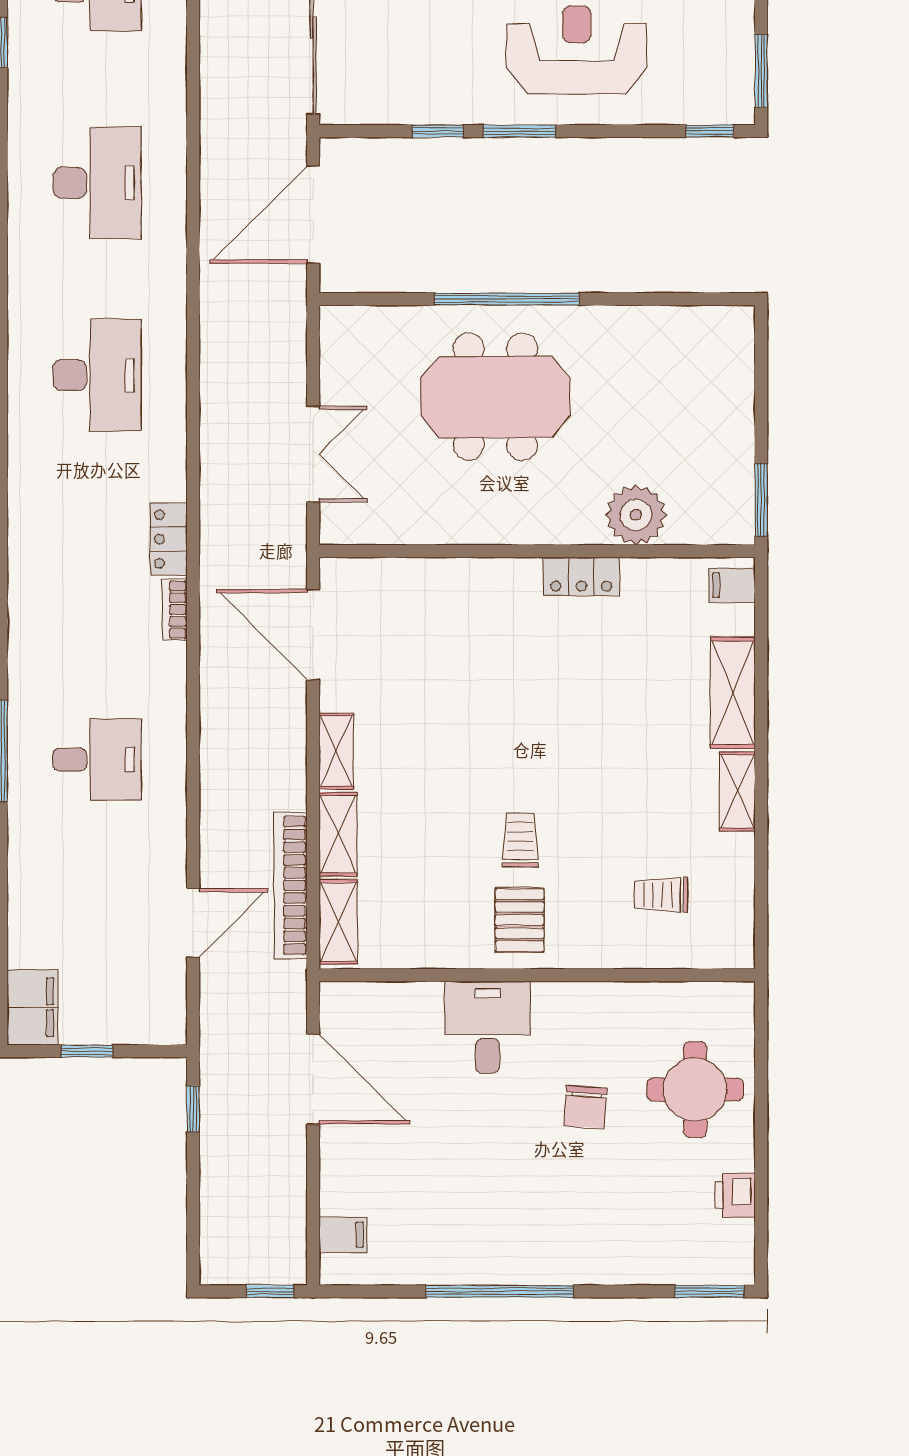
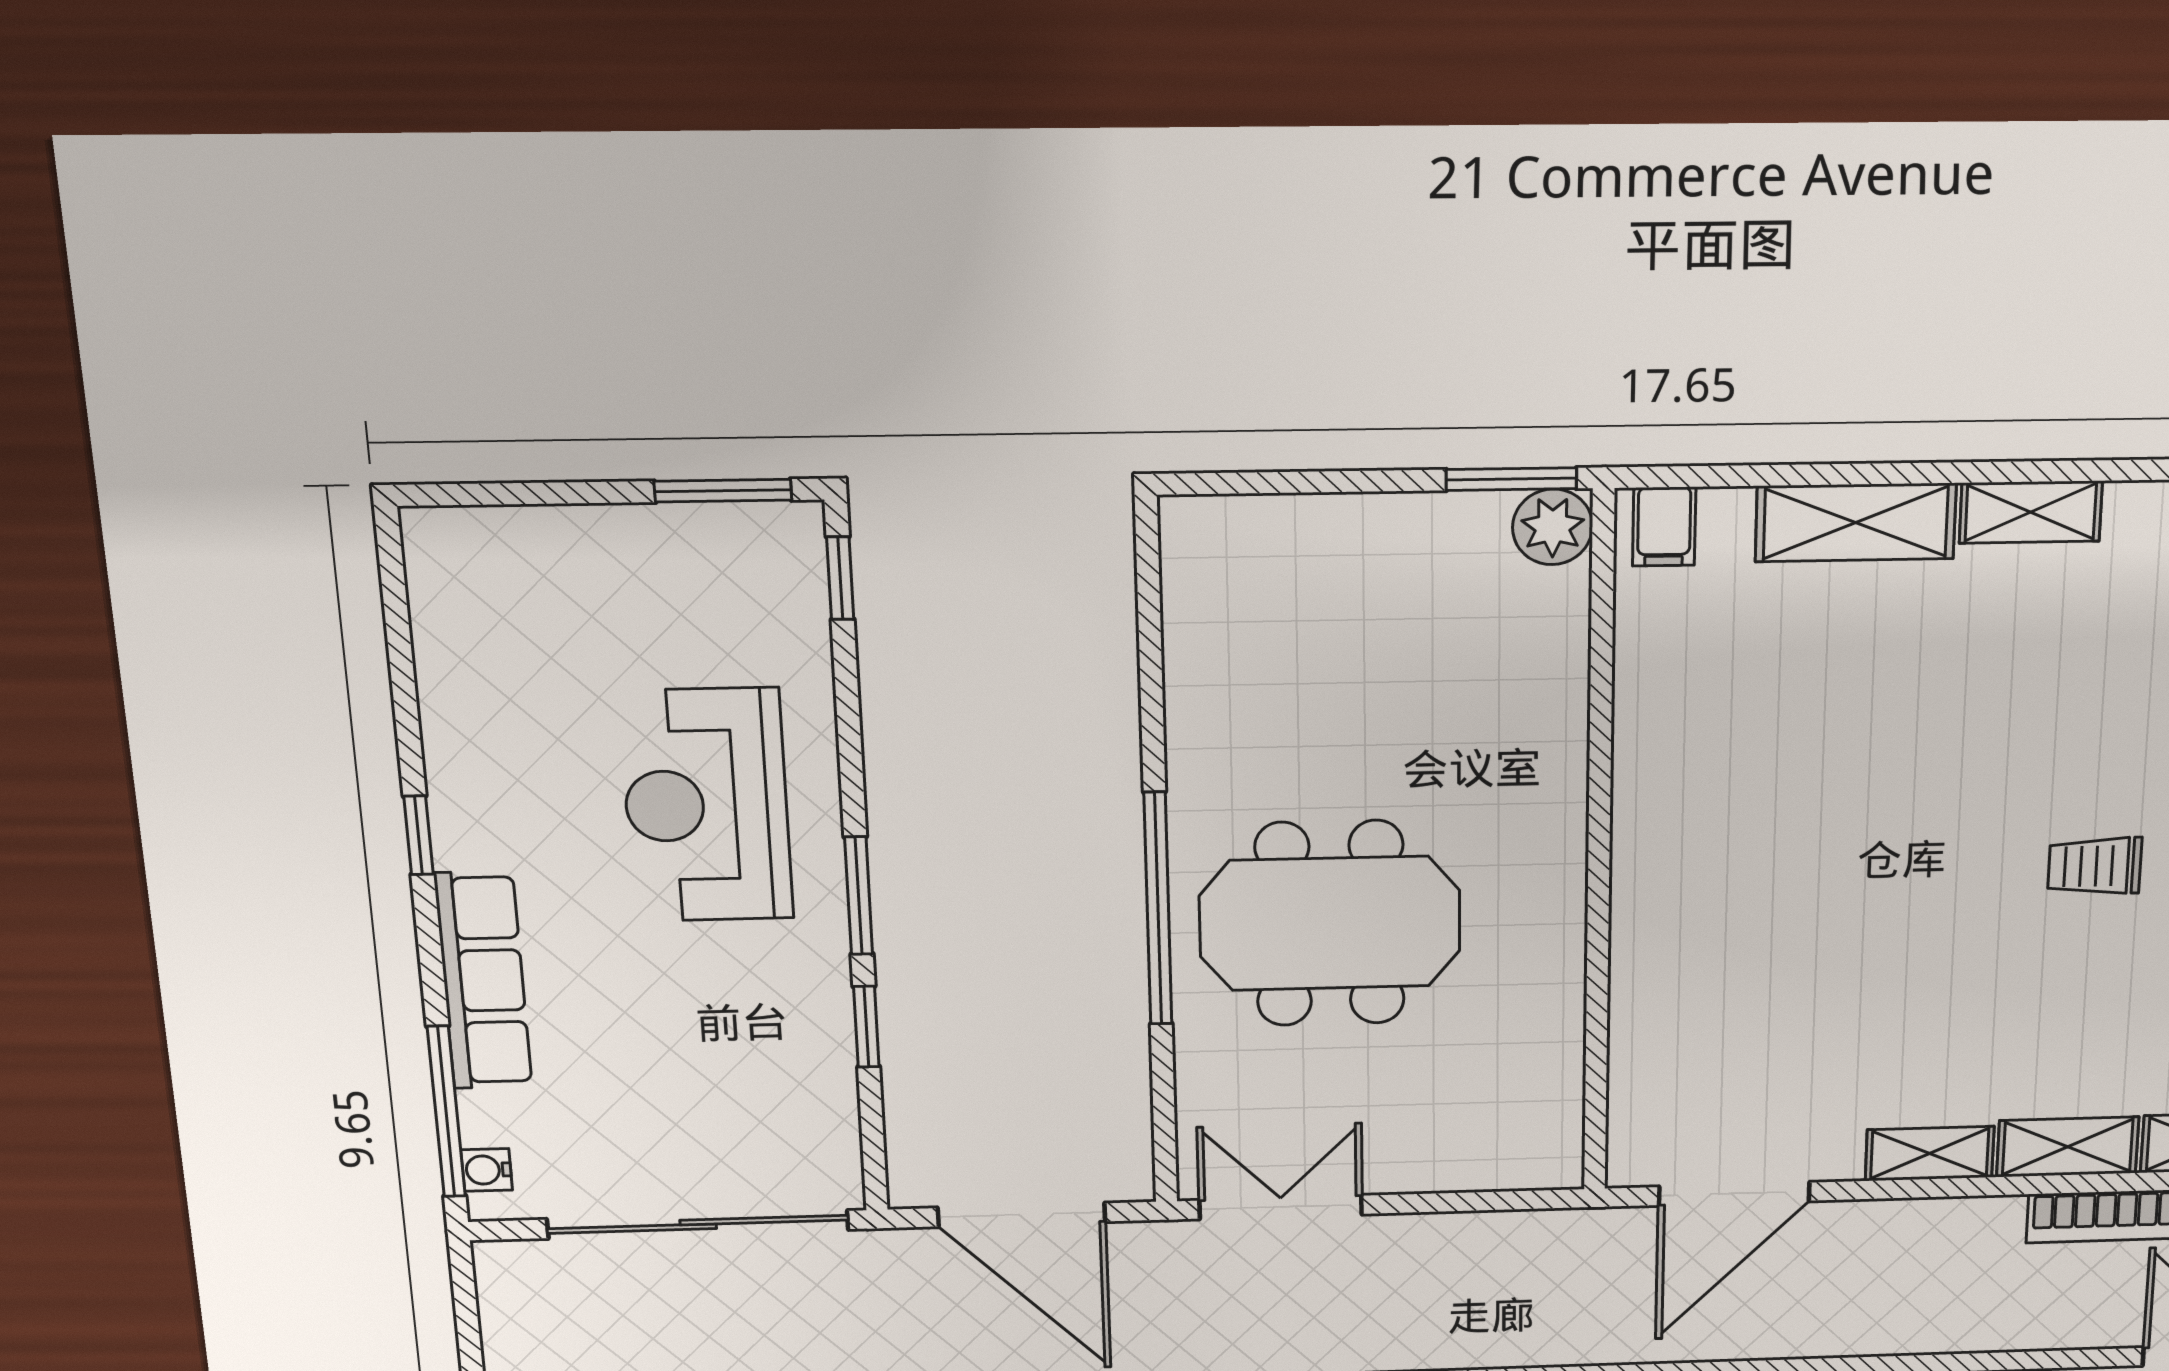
meeting table: (495, 397) -> (1330, 923), turned 90
double door: (313, 454) -> (1281, 1207), moved
plant: (636, 515) -> (1553, 527), moved, width x0.73, depth x0.73
locker: (581, 576) -> (1644, 778), removed

